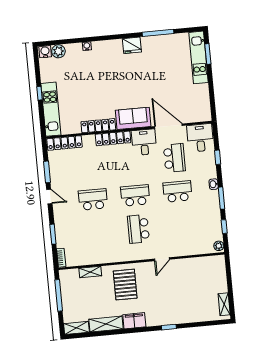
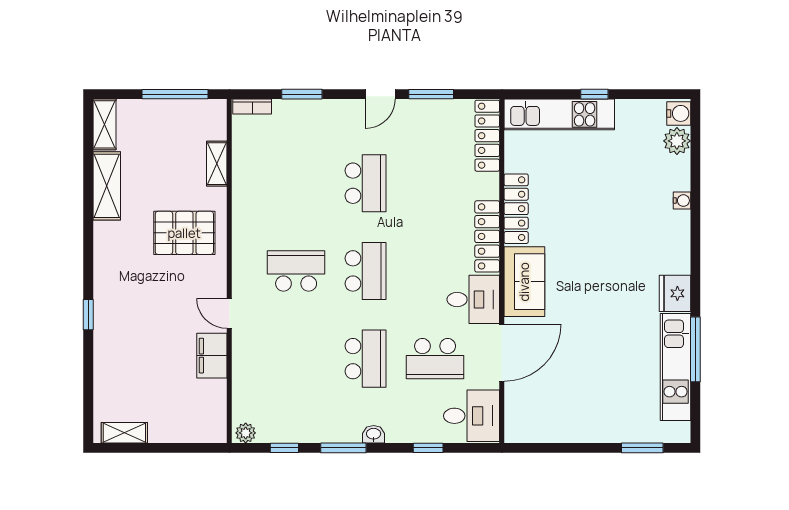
kitchen unit: (199, 57) -> (676, 367), moved, turned -90
filing cabinet: (134, 321) -> (212, 356), moved, turned 180

